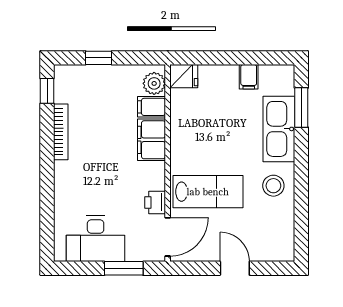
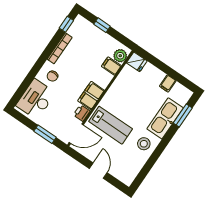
filing cabinet: (152, 140) -> (91, 96), moved
chair: (78, 178) -> (52, 76), added
desk: (96, 239) -> (36, 99), moved, turned 90

